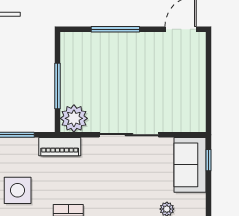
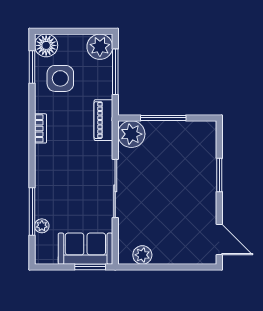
window: (115, 29) -> (219, 175), width x0.69
plant: (196, 107) -> (142, 255), added
window: (208, 160) -> (90, 267), width x1.50

